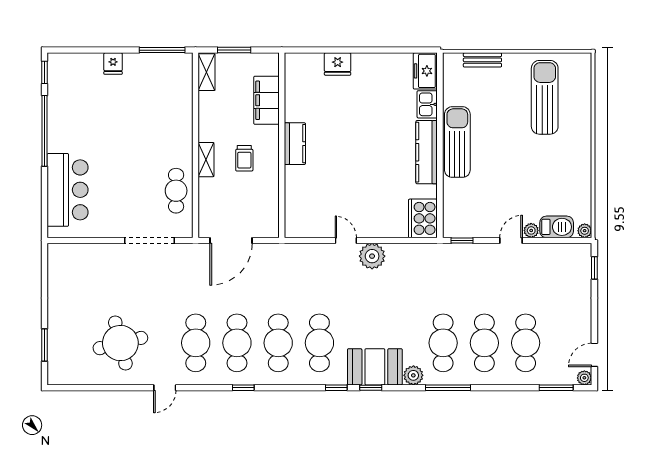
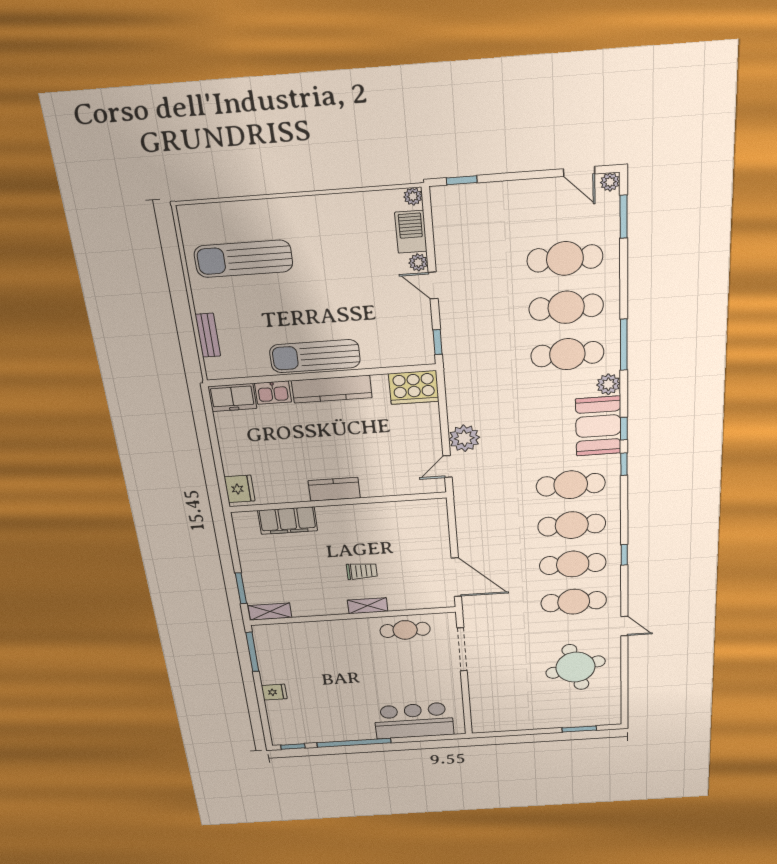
filing cabinet: (266, 100) -> (288, 521), moved
kitchen counter: (295, 144) -> (334, 489), moved
wall: (282, 145) -> (338, 502), moved

